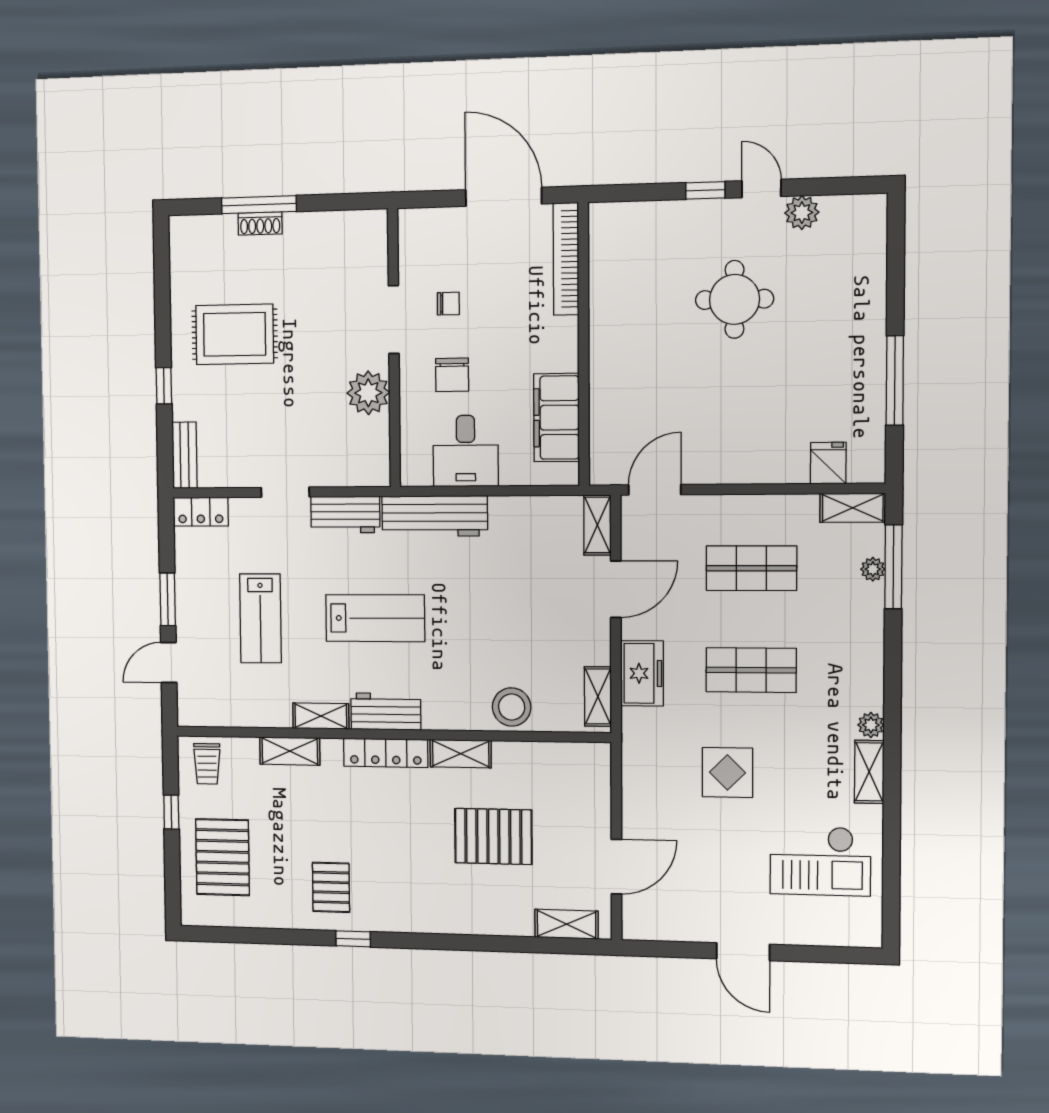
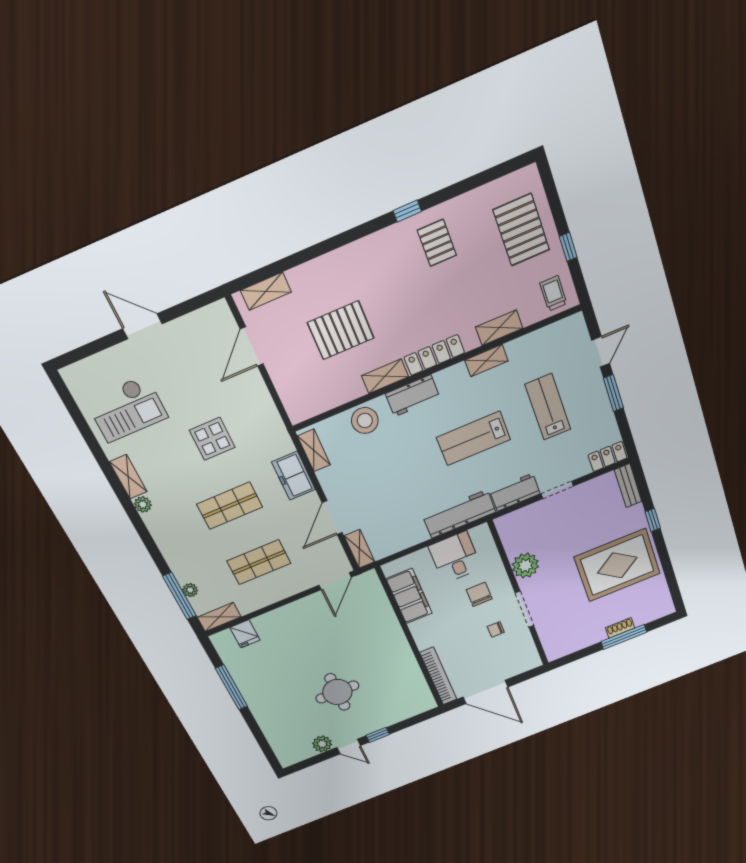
rug: (235, 334) -> (617, 565), width x1.37, depth x1.44
workbench: (386, 711) -> (413, 396), moved
checkout: (820, 861) -> (127, 409), turned 180

